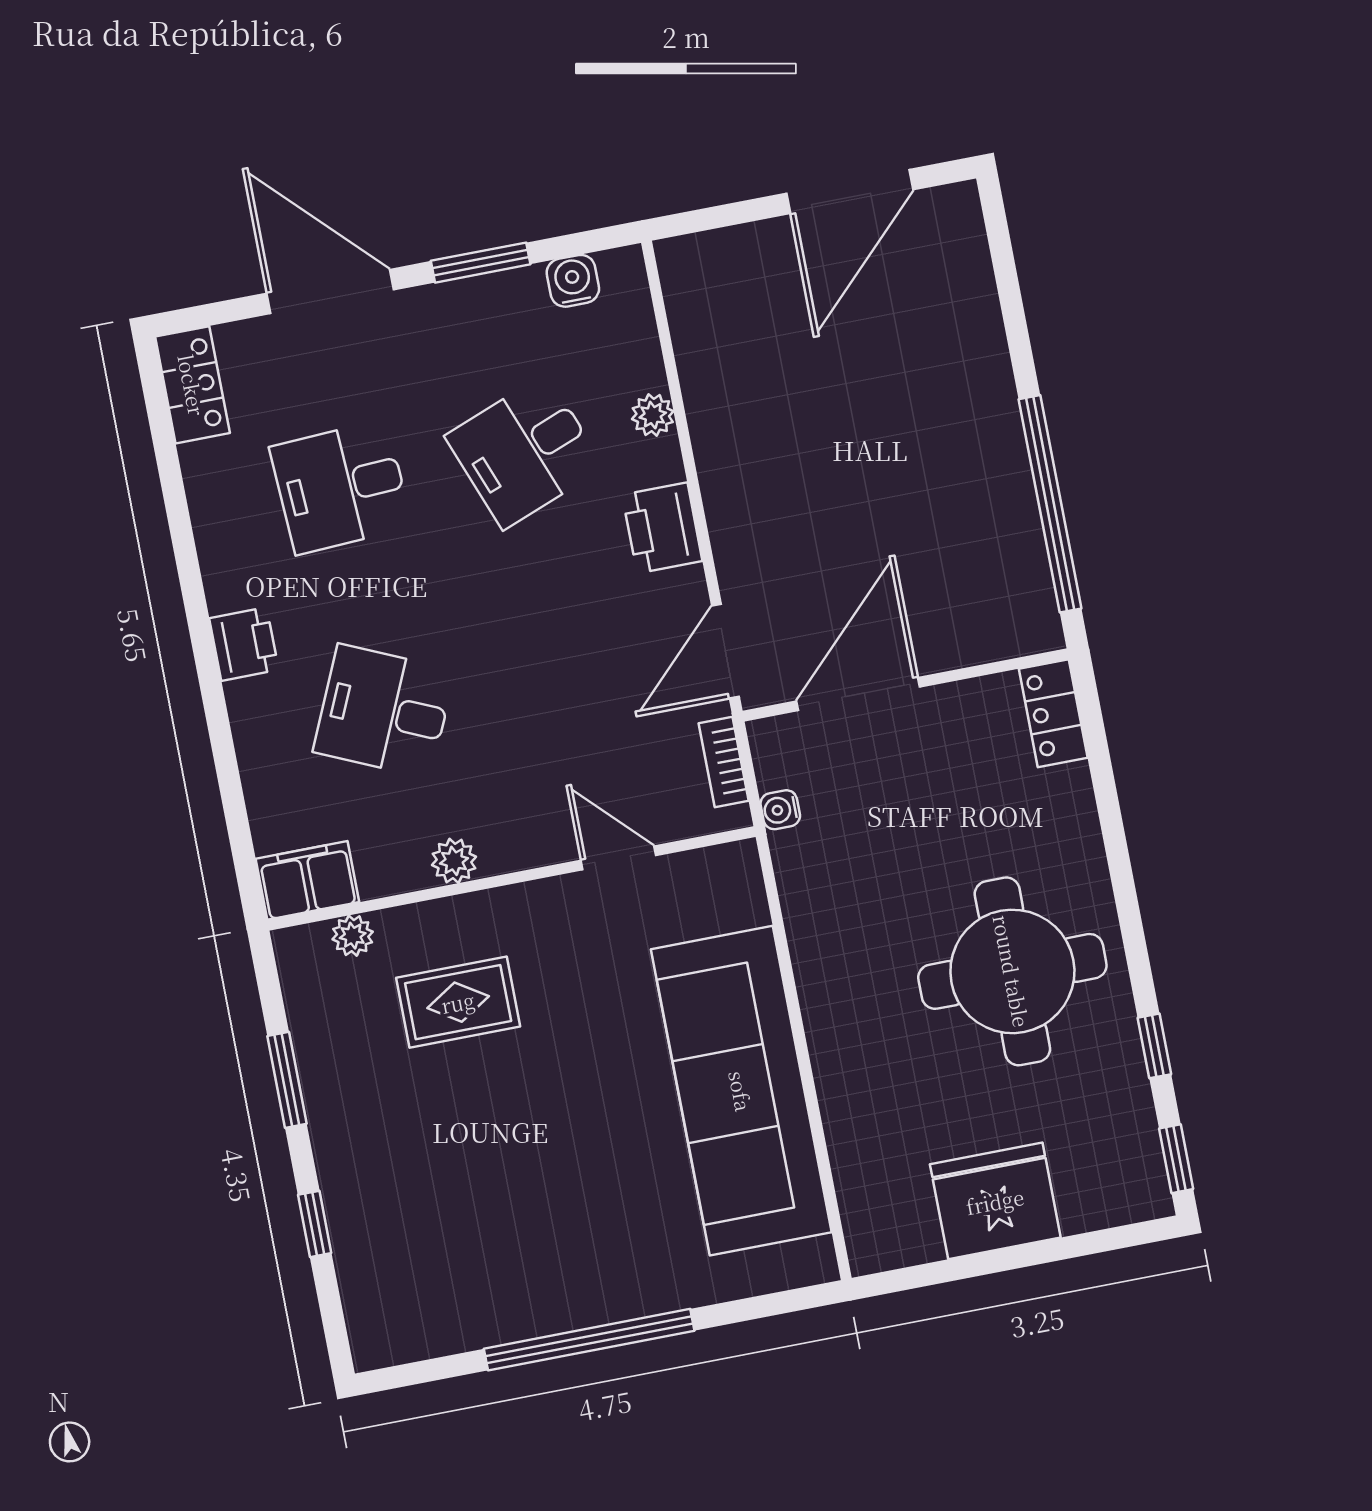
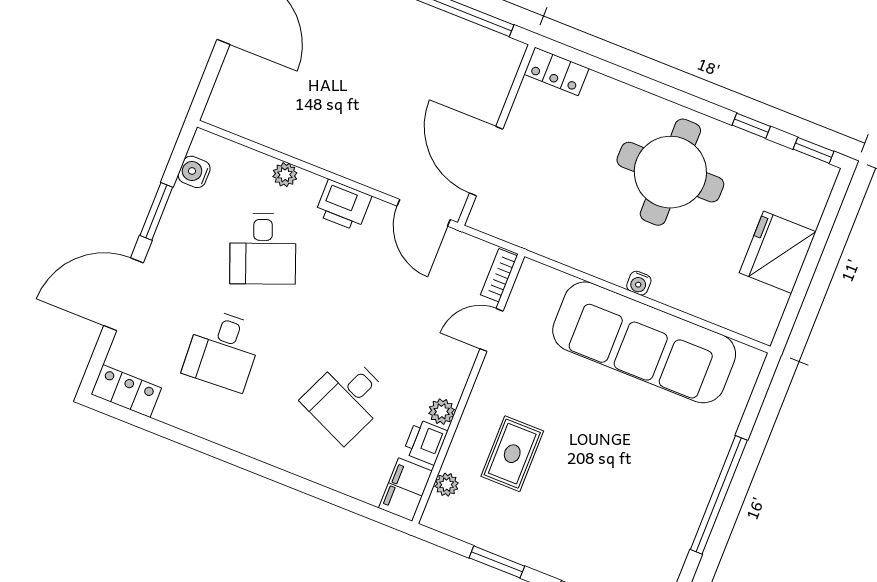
printer: (244, 644) -> (425, 442), moved, turned -90
bookcase: (724, 762) -> (499, 275), moved, turned 90
water cooler: (780, 810) -> (639, 283), moved

